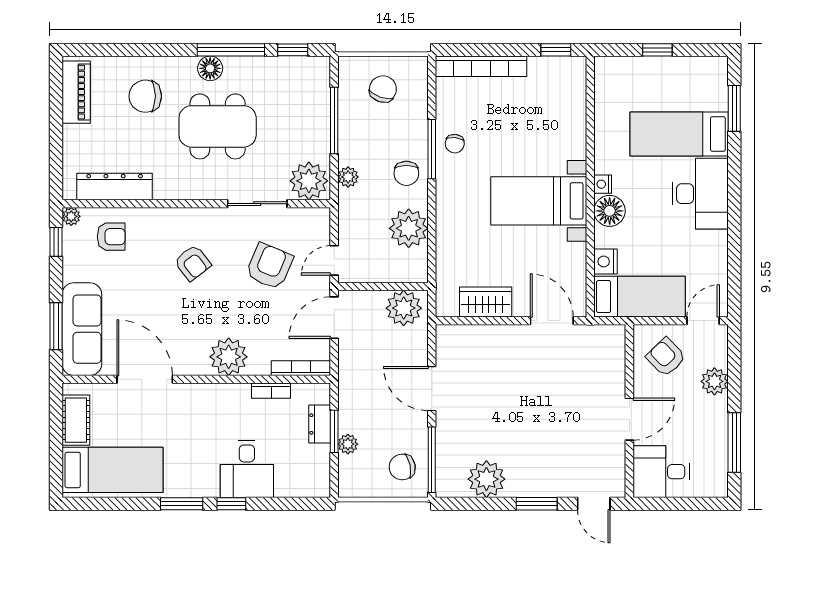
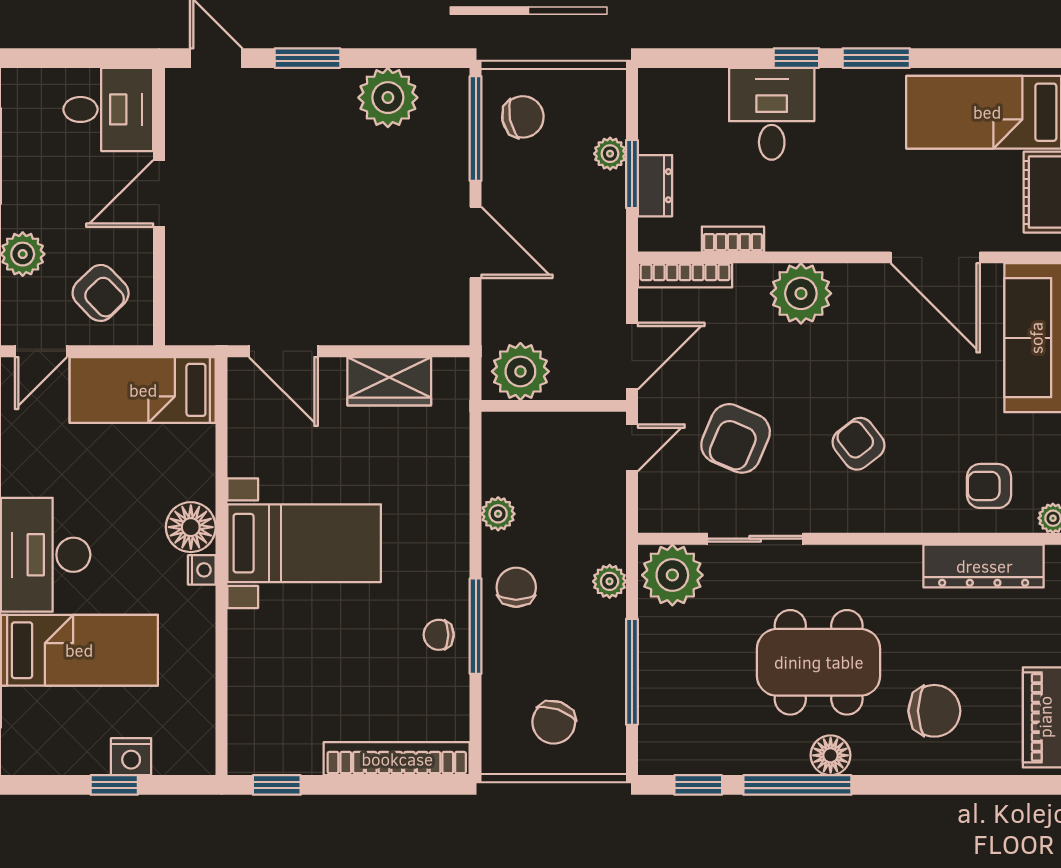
chair: (455, 144) -> (439, 635), turned -97
plant: (409, 228) -> (498, 514), width x0.53, depth x0.53
nightstand: (606, 261) -> (131, 757), moved, turned 90

